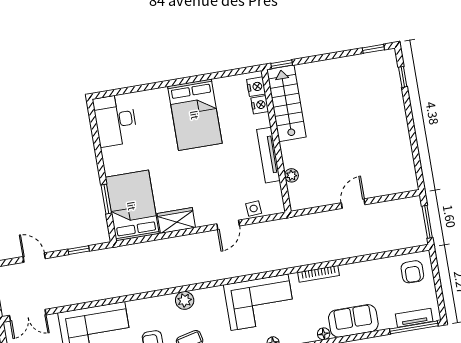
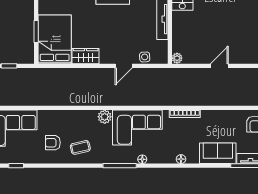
plant: (291, 175) -> (177, 58), moved
plant: (185, 300) -> (105, 117), moved
sofa: (353, 321) -> (218, 153), moved

